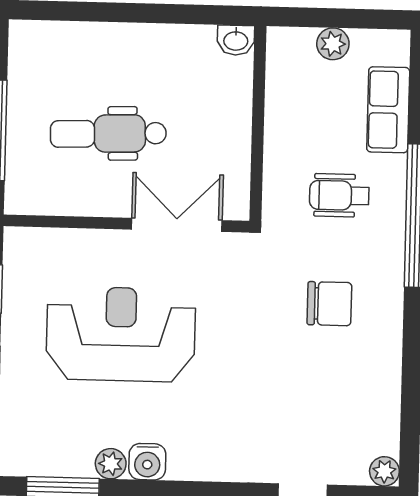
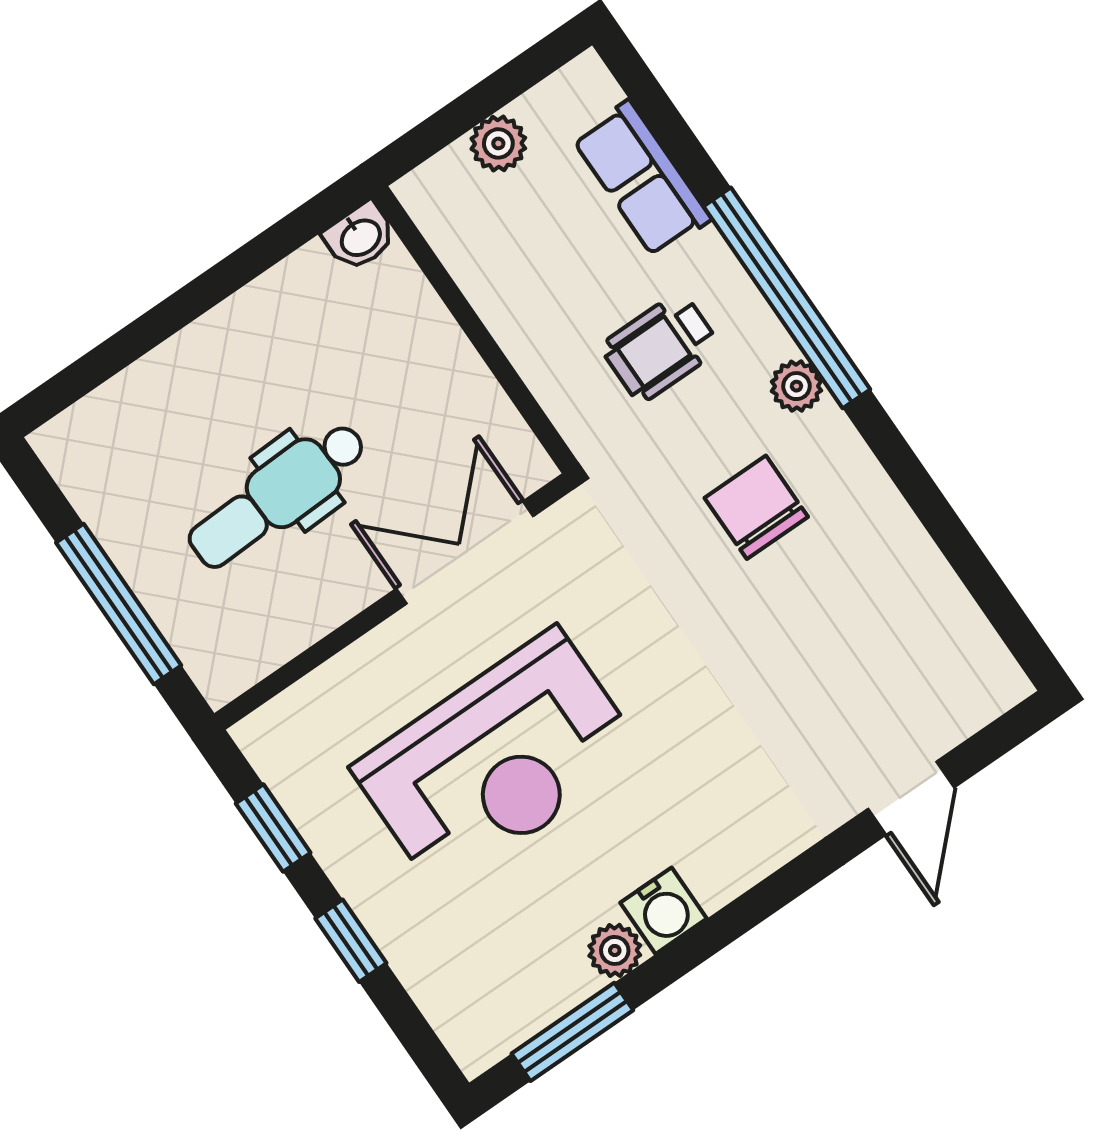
chair: (329, 304) -> (756, 507), turned -90
reception desk: (121, 334) -> (498, 761), turned 180
plant: (384, 471) -> (796, 386), moved

